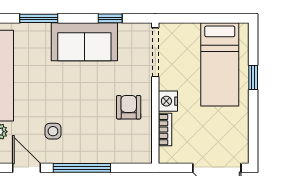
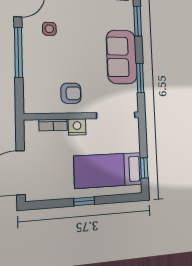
window: (110, 18) -> (140, 78), width x1.50
window: (219, 18) -> (144, 168), added
window: (253, 78) -> (84, 201), moved

